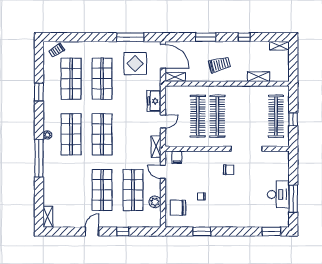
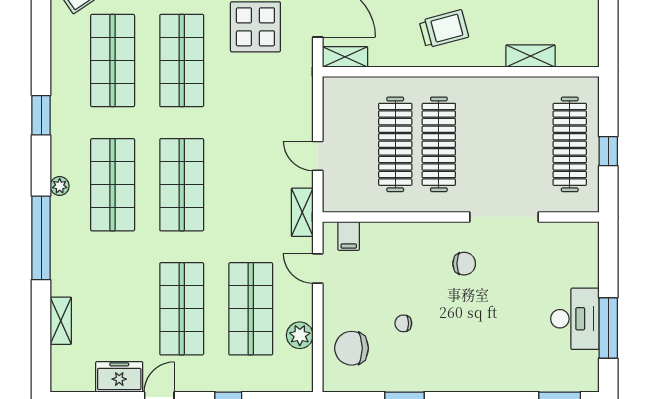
window: (39, 92) -> (41, 115), moved
freezer: (154, 101) -> (119, 377), moved, turned 90
door: (163, 121) -> (318, 156), swing flipped
shelving: (48, 217) -> (61, 321), moved

